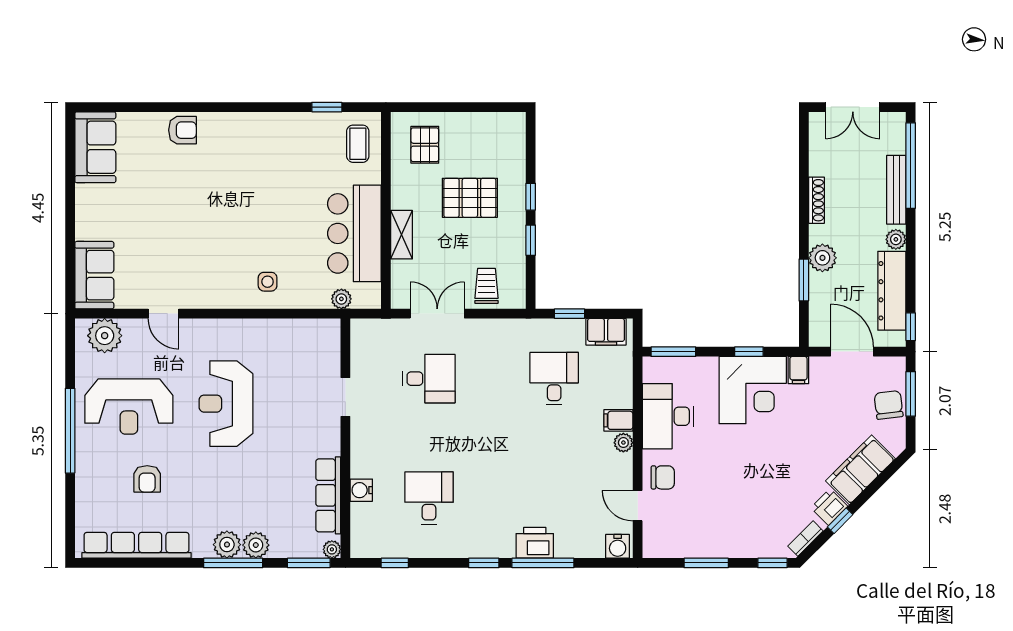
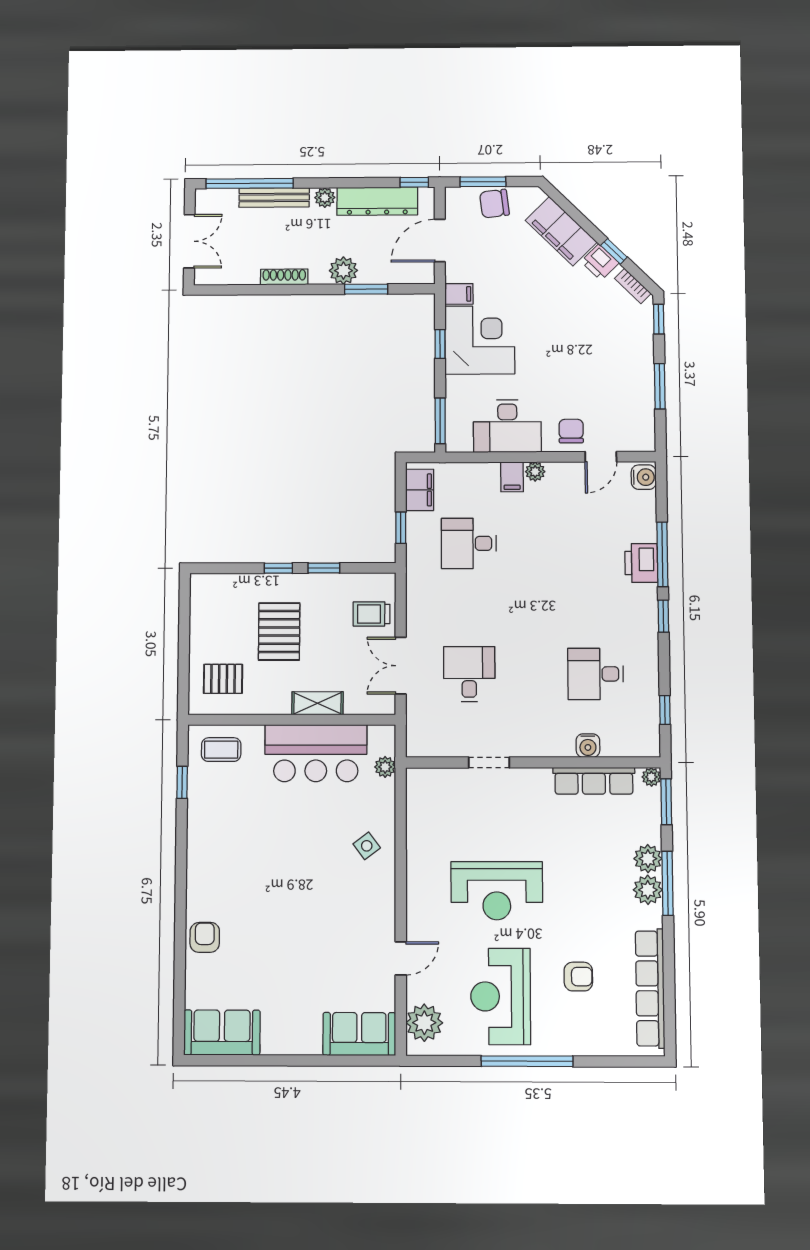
side table: (268, 282) -> (367, 846), turned -37
reception desk: (129, 407) -> (501, 996), turned 180

